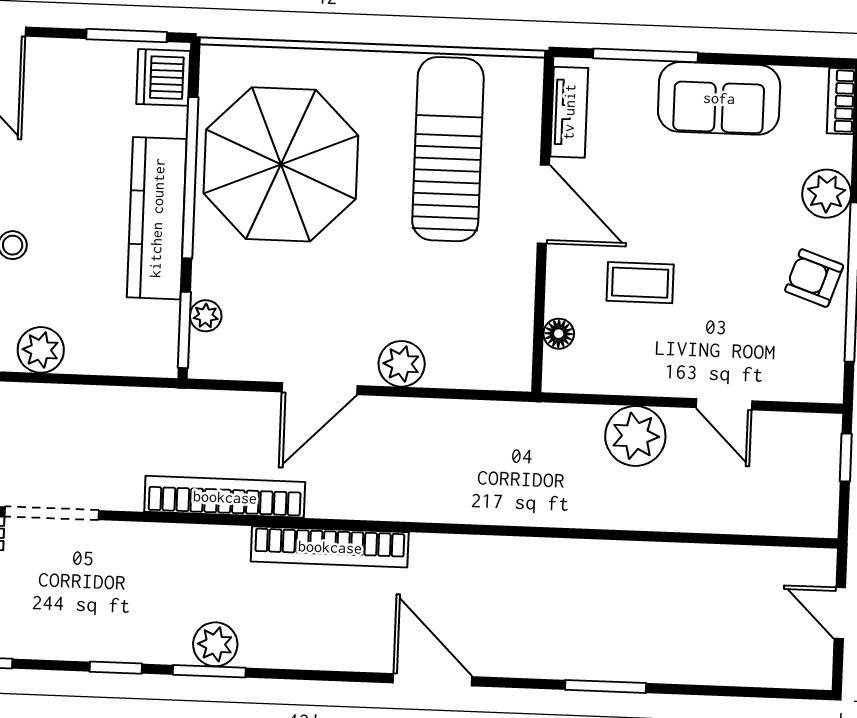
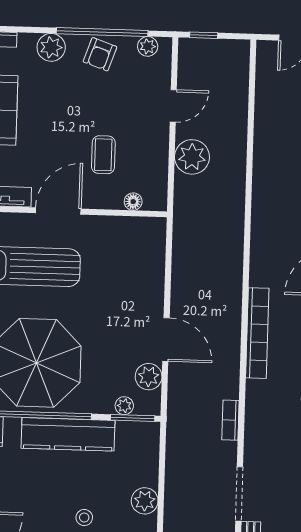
plant: (827, 361) -> (148, 46), added
plant: (402, 364) -> (149, 377), moved
bookcase: (225, 497) -> (230, 420), width x0.43, depth x0.76

